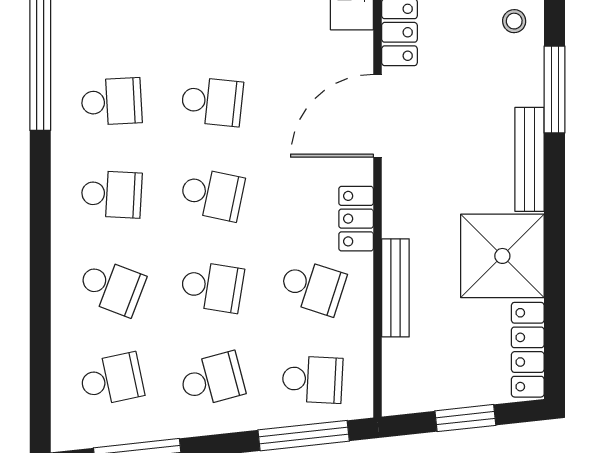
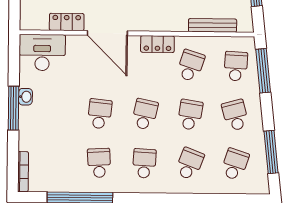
bench: (395, 288) -> (213, 25), moved
school desk: (112, 379) -> (235, 164), turned 30

